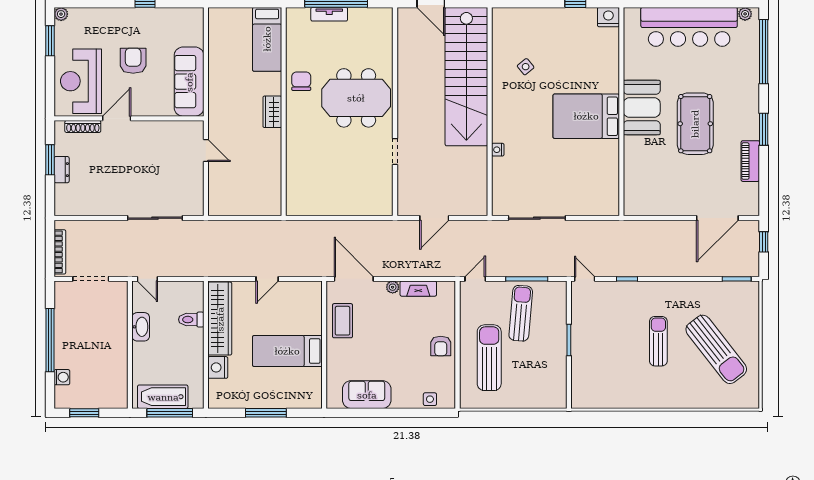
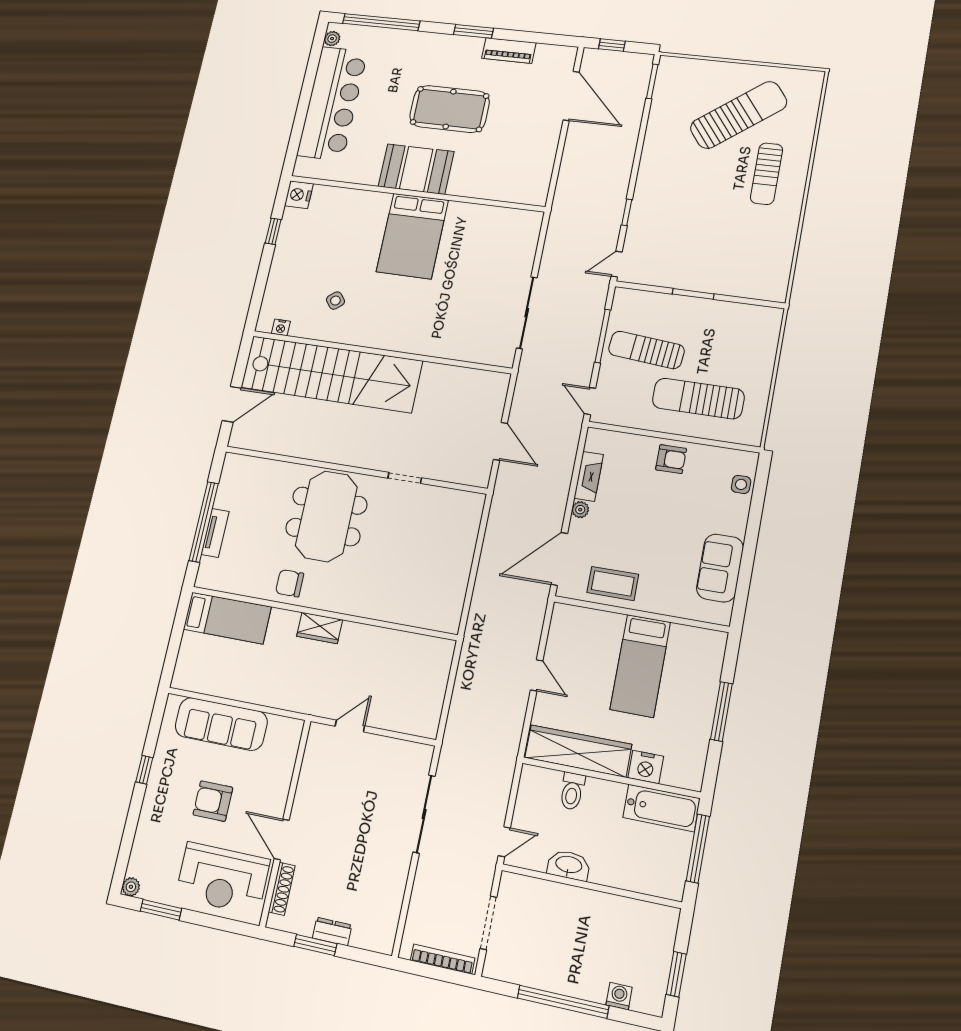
sofa: (189, 82) -> (221, 724), moved
nightstand: (498, 150) -> (281, 327), moved
sun lounger: (658, 341) -> (766, 174), moved, turned -90
bathtub: (163, 397) -> (661, 808), moved, turned -90

